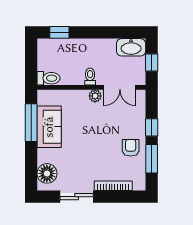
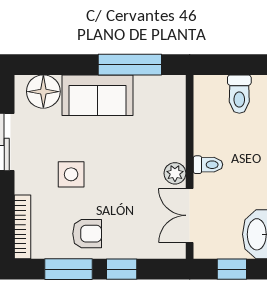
toilet: (48, 78) -> (239, 94), moved
sofa: (49, 127) -> (98, 95), moved
side table: (96, 157) -> (71, 174), added
bookcase: (113, 186) -> (23, 227), moved

